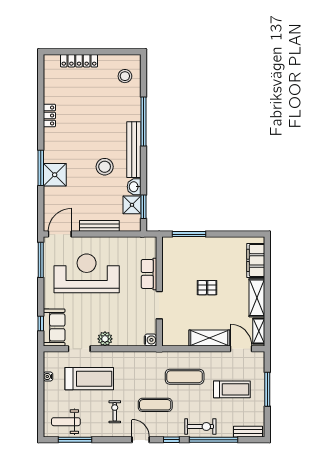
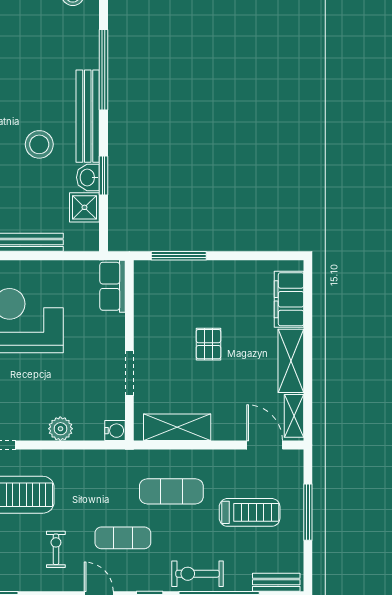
window: (144, 207) -> (104, 175), moved
row of seats: (149, 274) -> (113, 286), moved
pallet: (207, 288) -> (208, 344), turned 90
shelving: (209, 338) -> (177, 427), moved
plant: (105, 339) -> (60, 429), moved
exercise bike: (200, 427) -> (197, 574), turned 180

